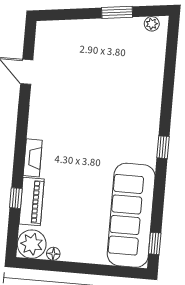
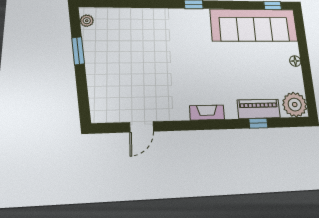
fireplace: (33, 158) -> (207, 113), moved
floor lamp: (53, 254) -> (295, 61), moved

